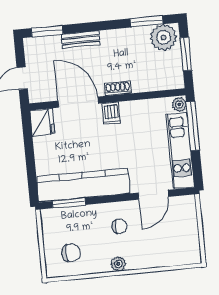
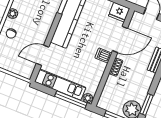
door: (153, 195) -> (43, 55), hinge flipped
chair: (120, 226) -> (11, 33), moved

